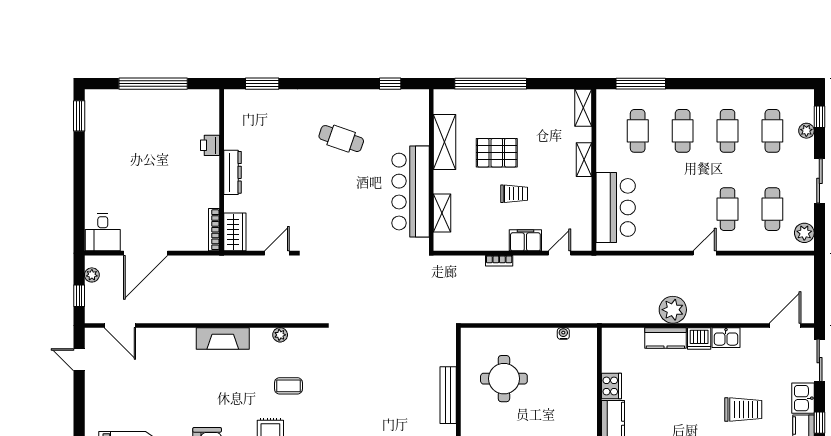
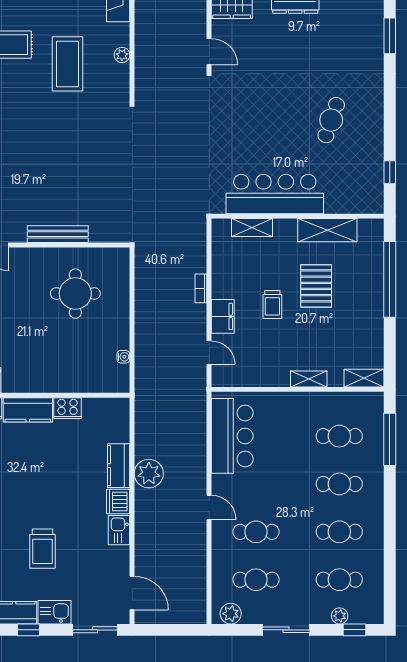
bar counter: (616, 207) -> (232, 436), moved, turned -90
coffee table: (288, 386) -> (68, 64), width x1.86, depth x1.72

